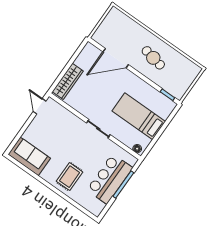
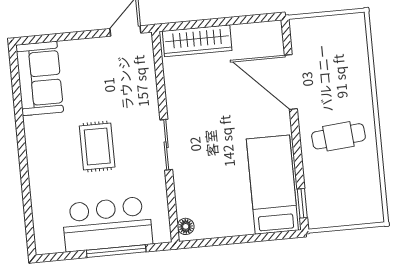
cafe table: (153, 58) -> (338, 136), turned 74
bed: (139, 116) -> (272, 185), moved
rug: (70, 177) -> (97, 147), moved, turned 90

